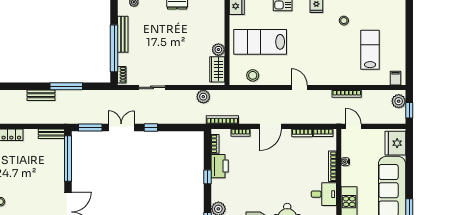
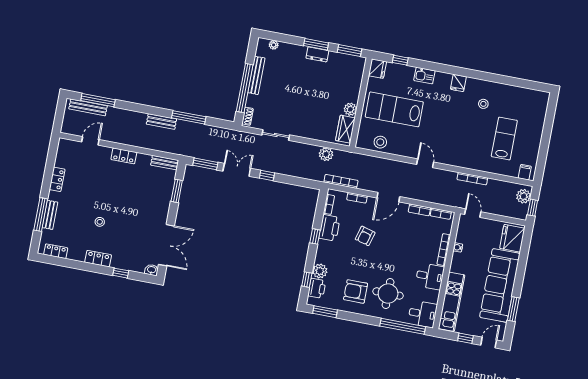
window: (68, 158) -> (177, 191), width x0.47
armchair: (255, 167) -> (365, 236), added

